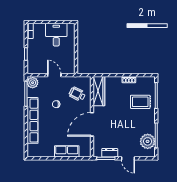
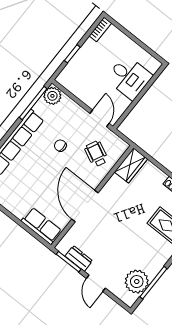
desk: (56, 35) -> (129, 77), moved, turned 90
door: (54, 75) -> (100, 118), moved
wardrobe: (99, 91) -> (131, 165), width x0.67
door: (92, 124) -> (85, 206), hinge flipped
row of seats: (67, 151) -> (41, 226), moved

